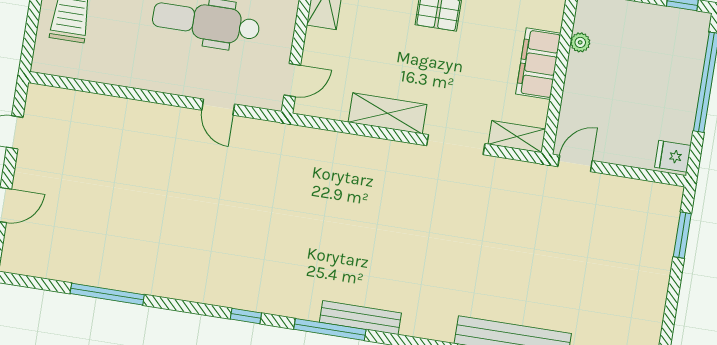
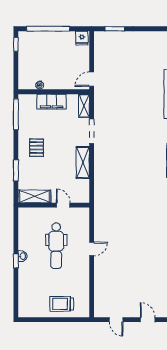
door: (292, 80) -> (63, 205), moved
door: (218, 107) -> (92, 249), moved
door: (575, 164) -> (92, 79), hinge flipped

